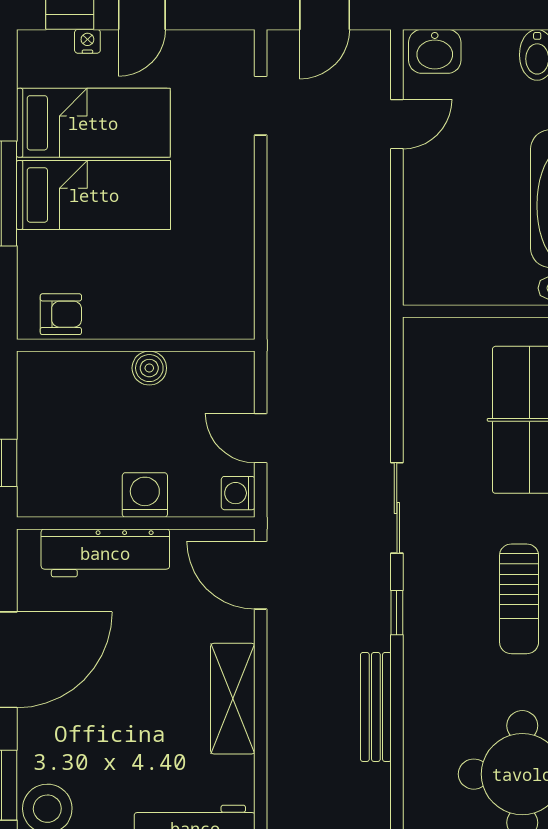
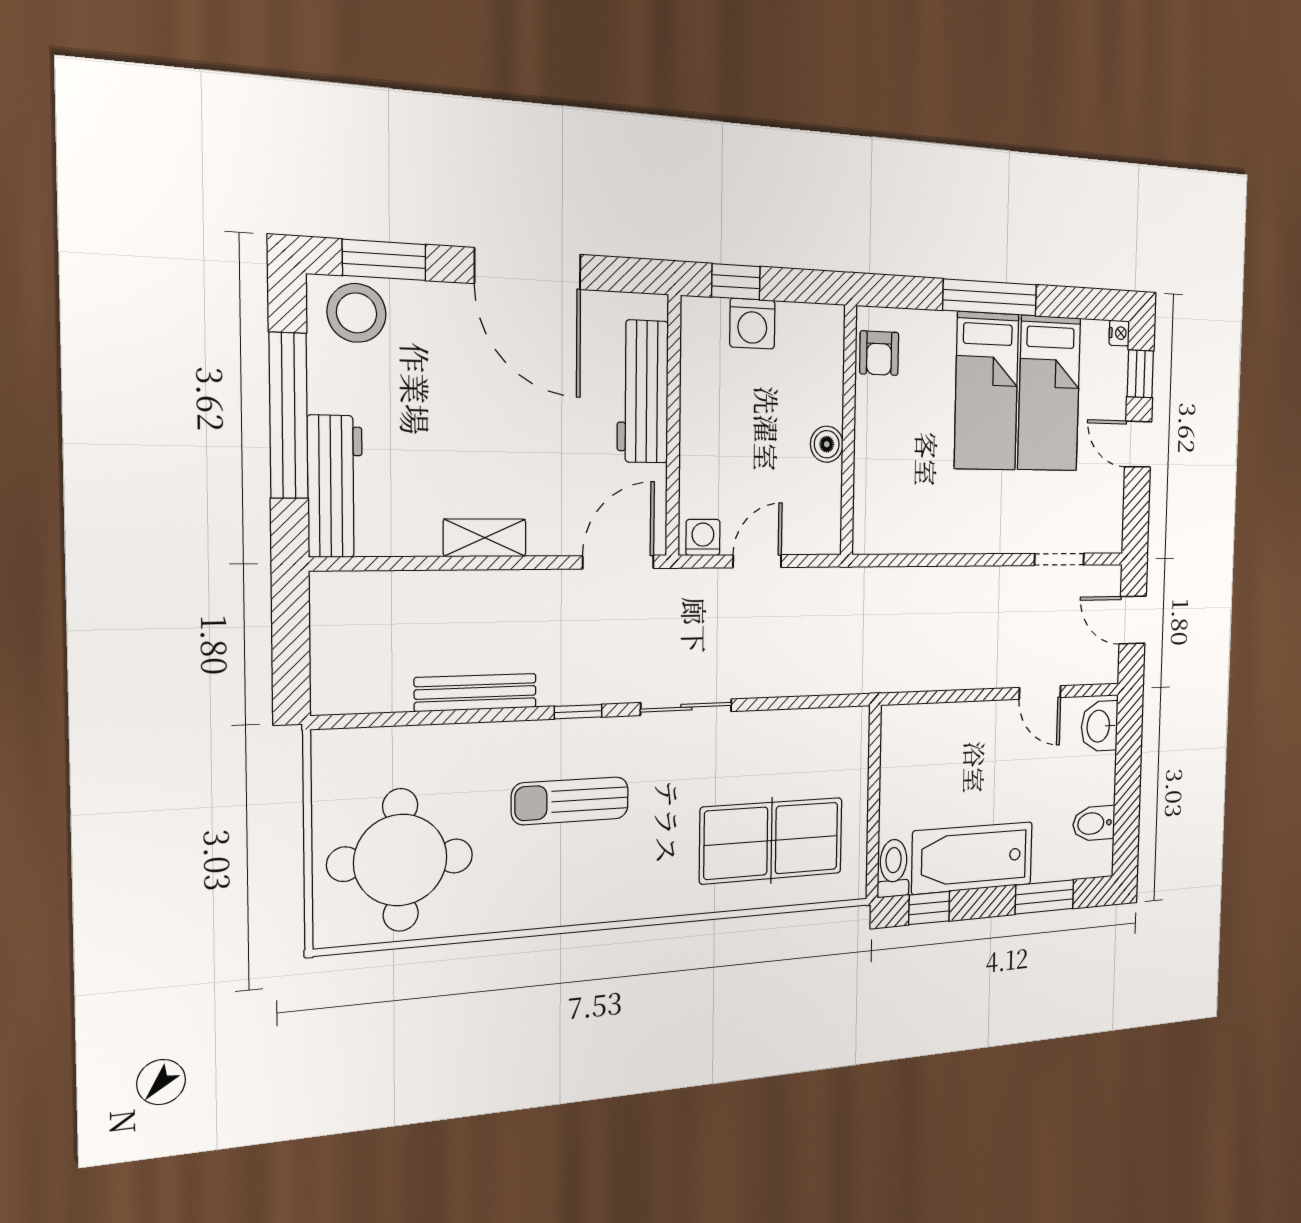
nightstand: (87, 41) -> (1119, 333), moved
washing machine: (145, 495) -> (752, 324), moved, turned 90
sun lounger: (519, 599) -> (570, 801), moved
shelving: (233, 699) -> (485, 538), width x0.67, depth x0.75

